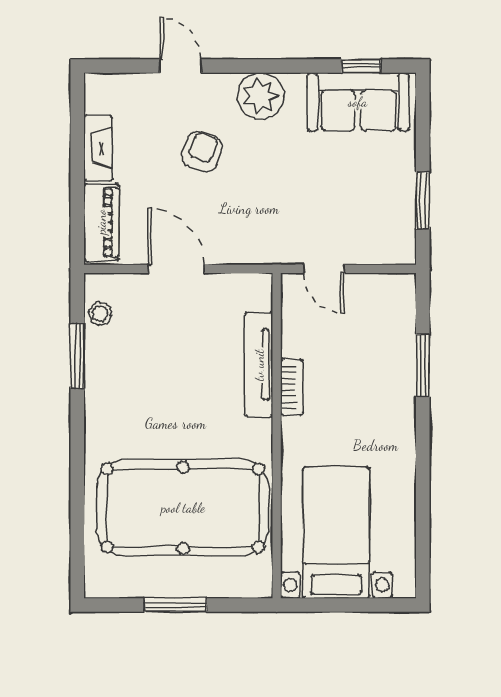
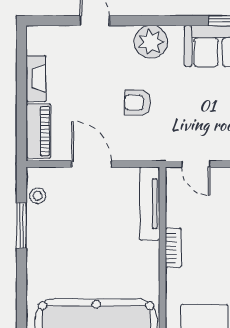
armchair: (202, 152) -> (138, 103), moved, turned -107
tv unit: (259, 365) -> (150, 204), moved

